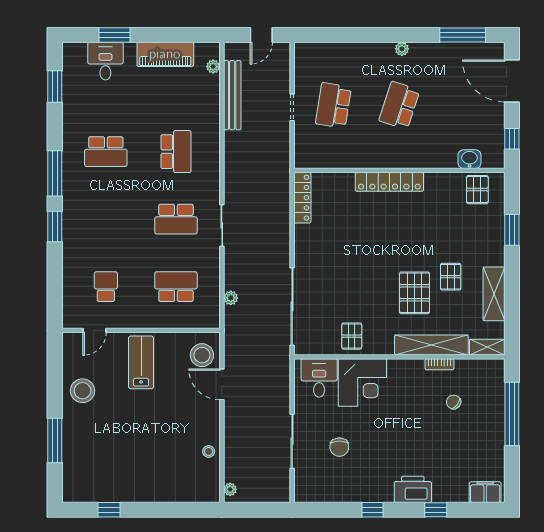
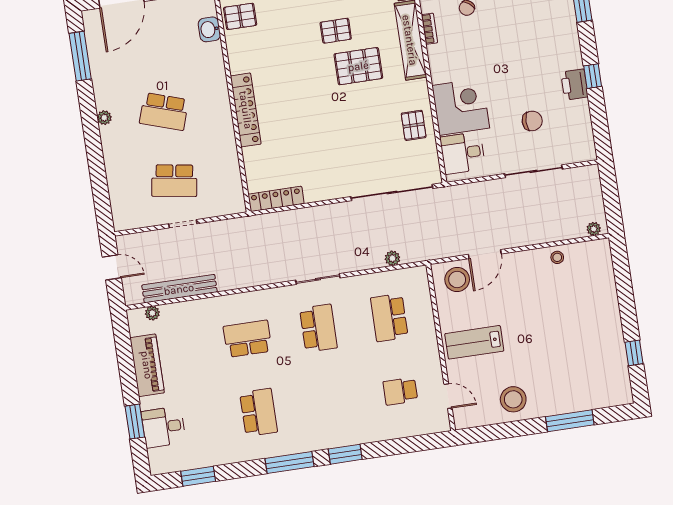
pallet: (352, 336) -> (414, 125), turned 90
printer: (413, 489) -> (574, 85), moved, width x0.73, depth x0.84

